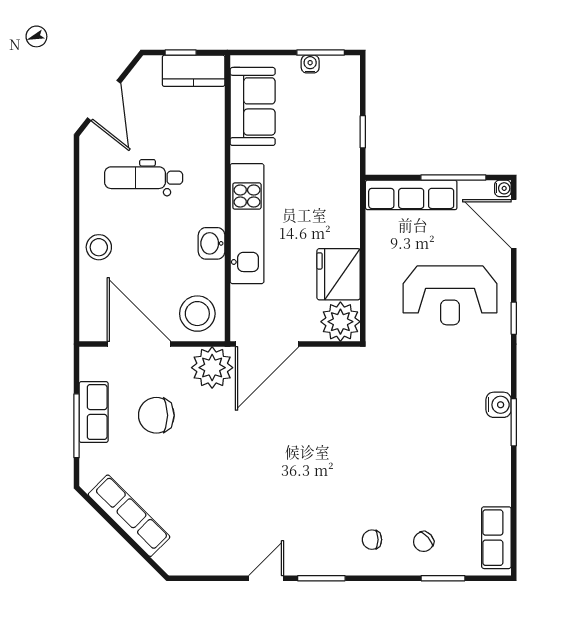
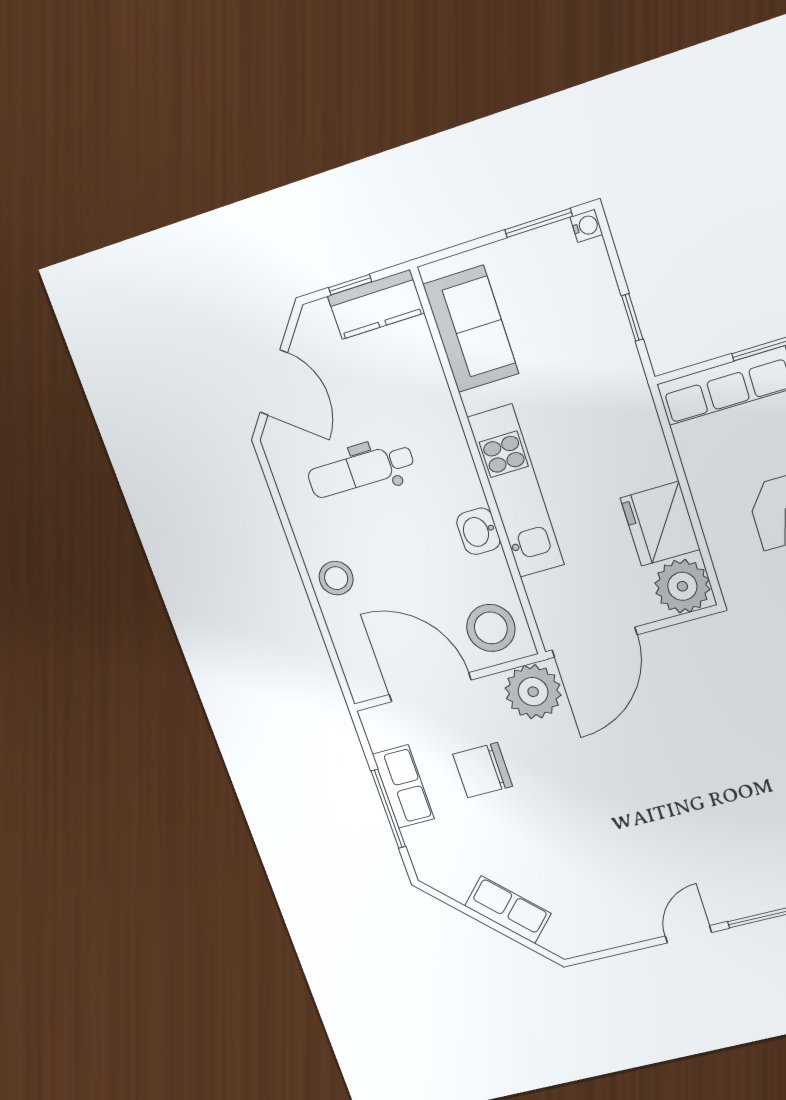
water cooler: (310, 64) -> (586, 226), moved, turned 90
row of seats: (129, 516) -> (508, 910), width x0.68

